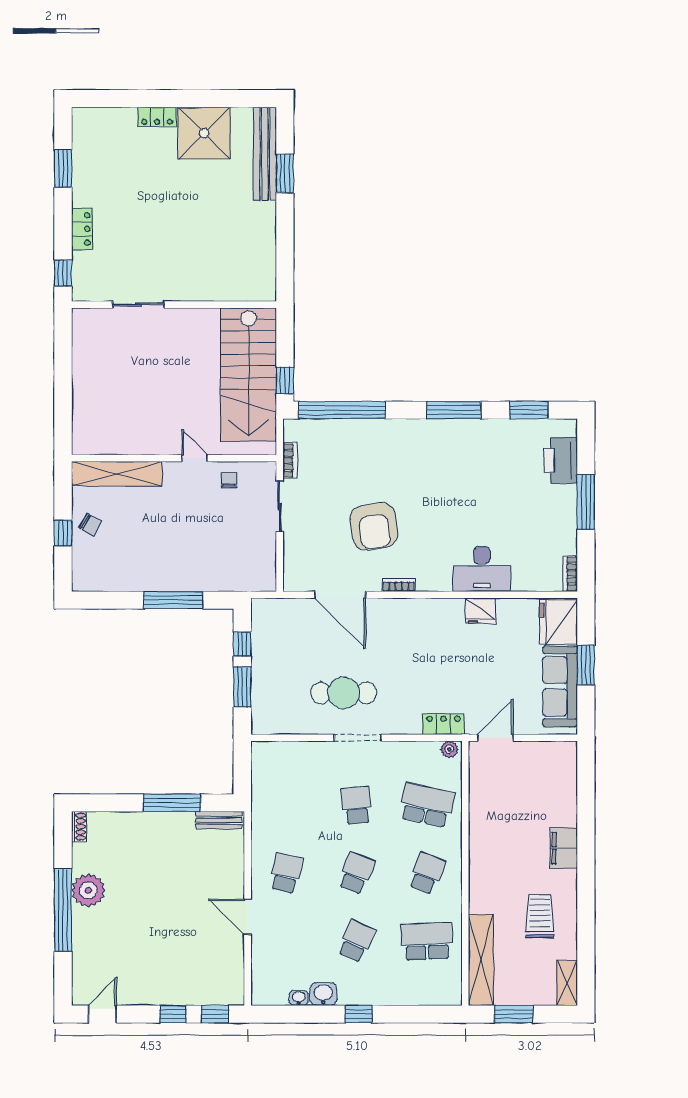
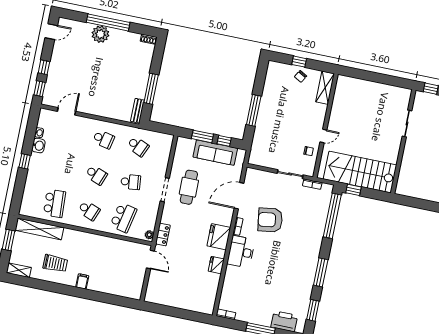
shelving: (117, 474) -> (325, 88), width x0.68
desk: (482, 569) -> (241, 252), moved
fridge: (558, 622) -> (219, 237), moved, turned -90
window: (586, 665) -> (178, 313), removed
sofa: (560, 686) -> (215, 153), moved, turned 180
filing cabinet: (564, 848) -> (82, 281), width x0.50
plant: (88, 890) -> (100, 34), moved
door: (248, 917) -> (66, 111), moved
school desk: (356, 941) -> (138, 146), moved
door: (102, 1014) -> (51, 32), hinge flipped

